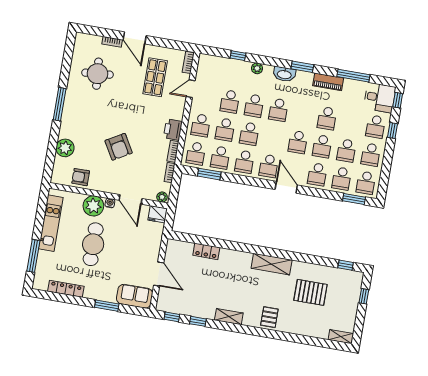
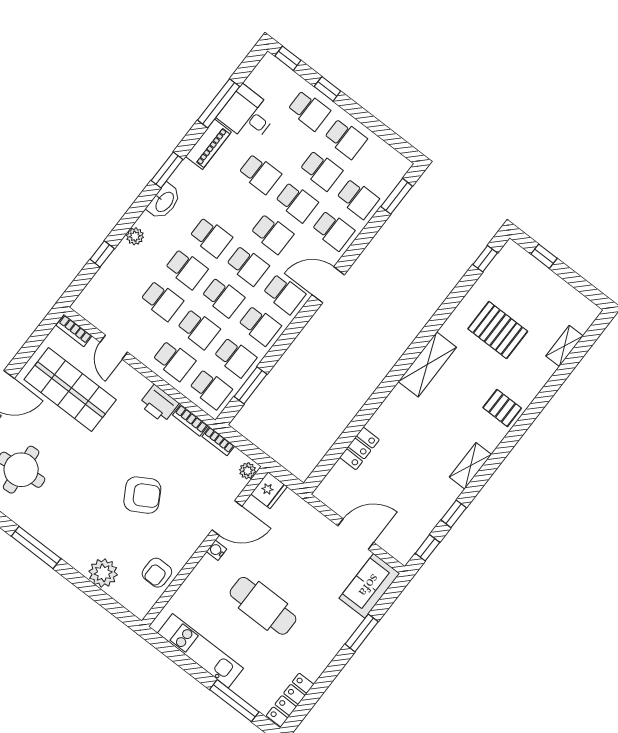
shop shelf: (155, 77) -> (70, 390), width x1.43, depth x1.36
desk: (380, 98) -> (248, 115), moved, turned -90
school desk: (366, 183) -> (248, 265), moved
plant: (93, 206) -> (208, 576), removed
locker: (66, 289) -> (290, 700), moved
pallet: (310, 292) -> (498, 330), turned 90
shelving: (341, 337) -> (564, 346), moved

